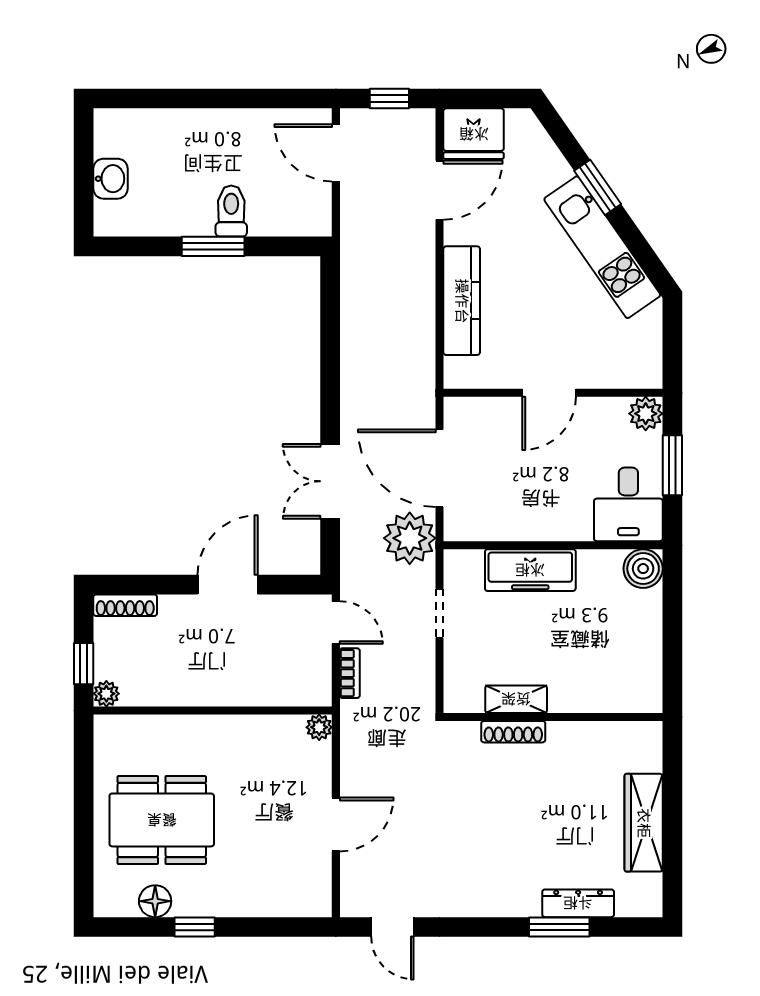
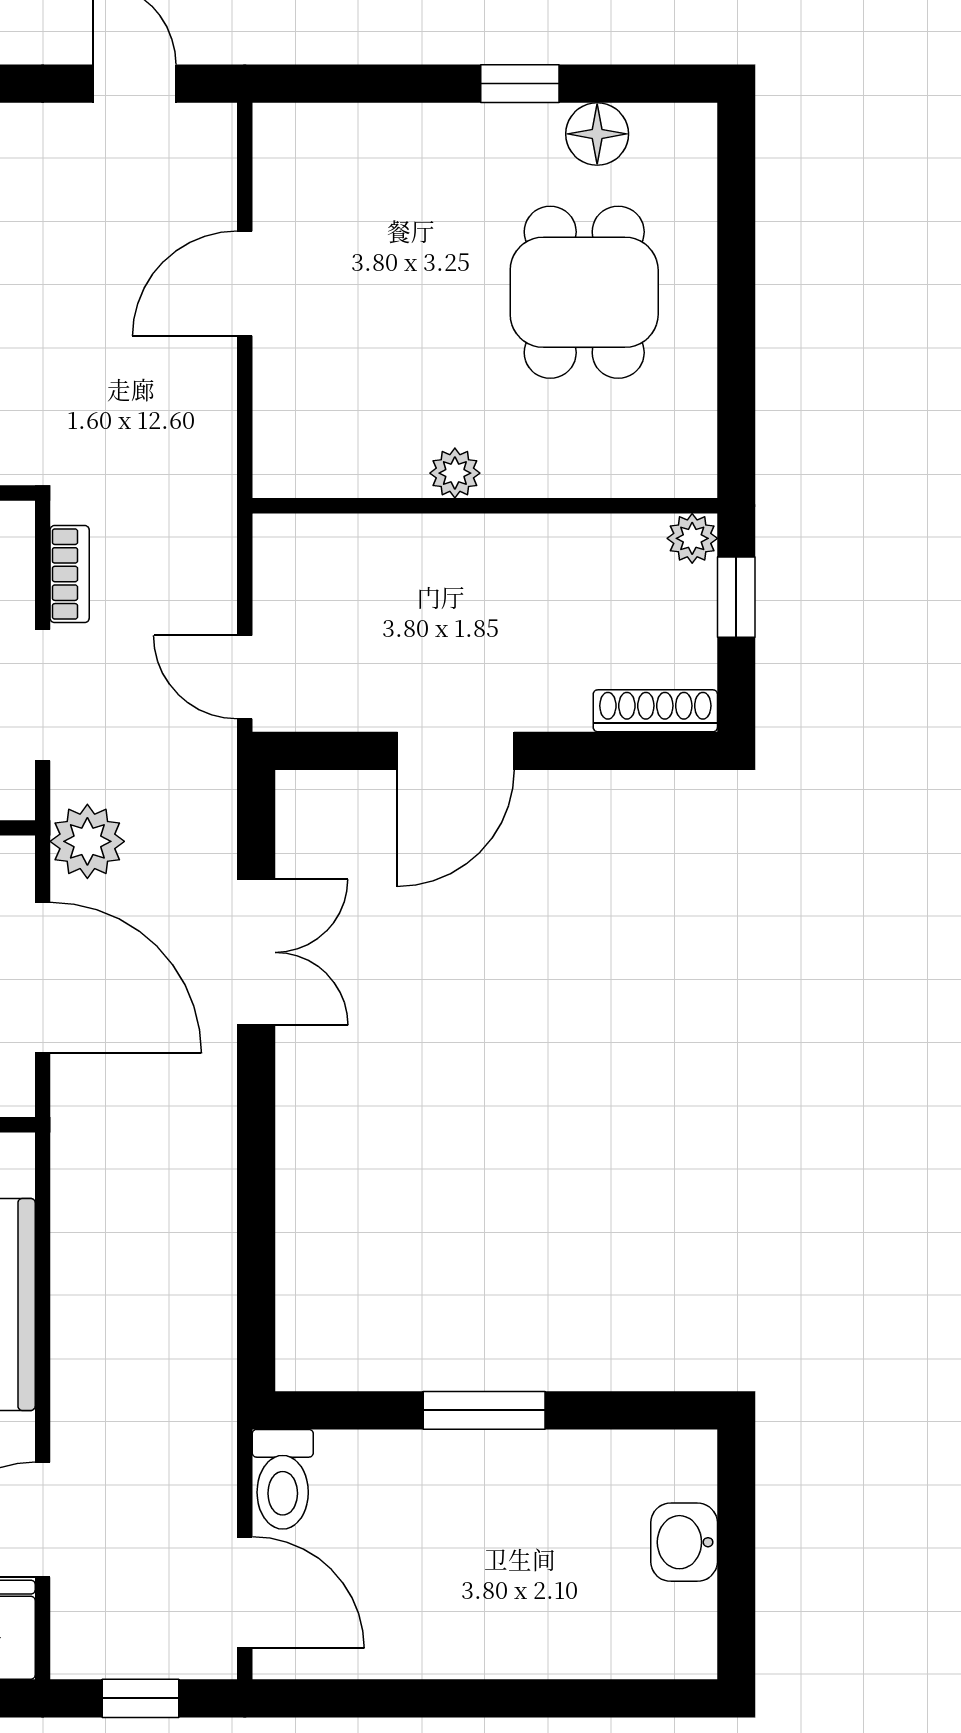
toilet: (231, 211) -> (283, 1479), moved
plant: (410, 538) -> (87, 841), width x0.73, depth x0.73
doorway: (440, 613) -> (43, 695), width x1.38
bookcase: (350, 673) -> (70, 574), moved, turned 180
plant: (319, 727) -> (455, 473), moved
dining table: (162, 820) -> (584, 292), width x0.73

